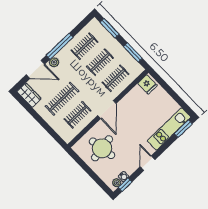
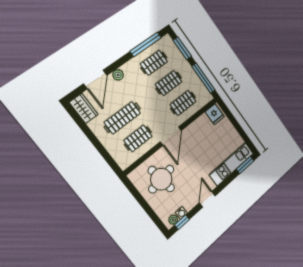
window: (60, 46) -> (146, 44), moved
window: (133, 52) -> (203, 78), width x1.44
door: (36, 69) -> (95, 80), hinge flipped

